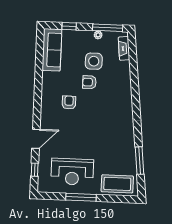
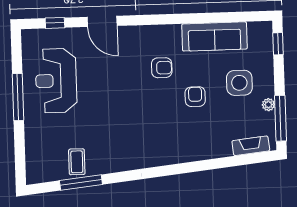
window: (69, 26) -> (278, 44), moved
sofa: (52, 50) -> (214, 36), moved
side table: (94, 61) -> (239, 83), moved
coffee table: (117, 184) -> (77, 162), moved, width x0.54, depth x0.58

